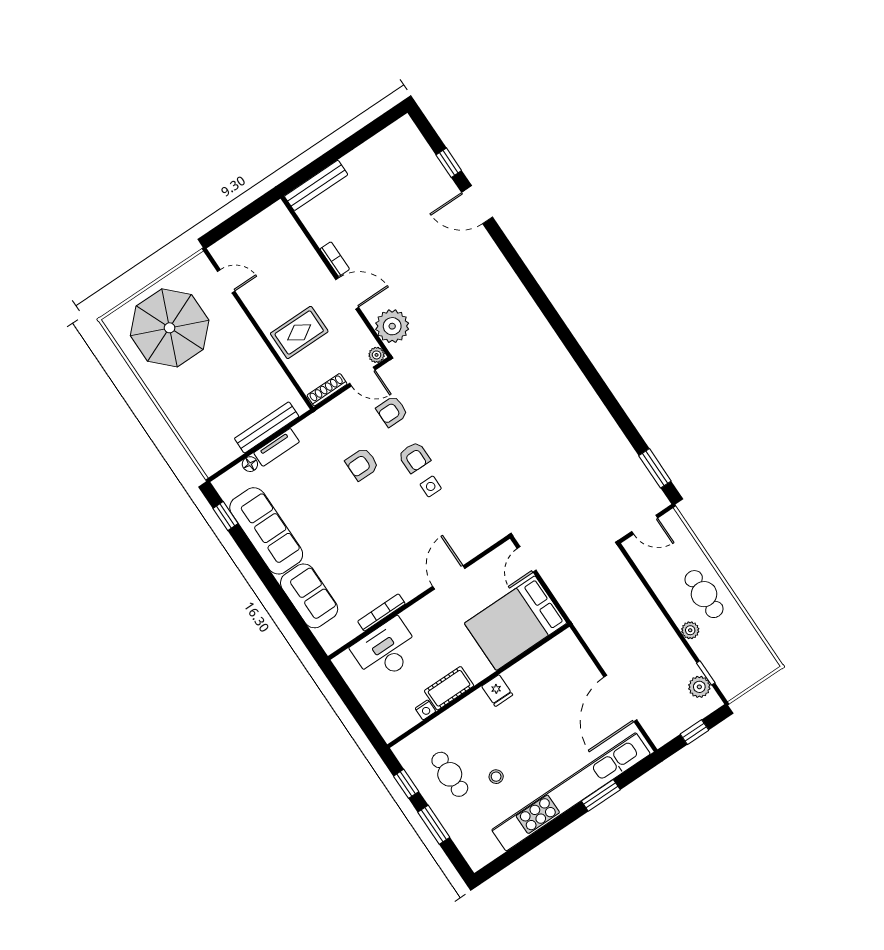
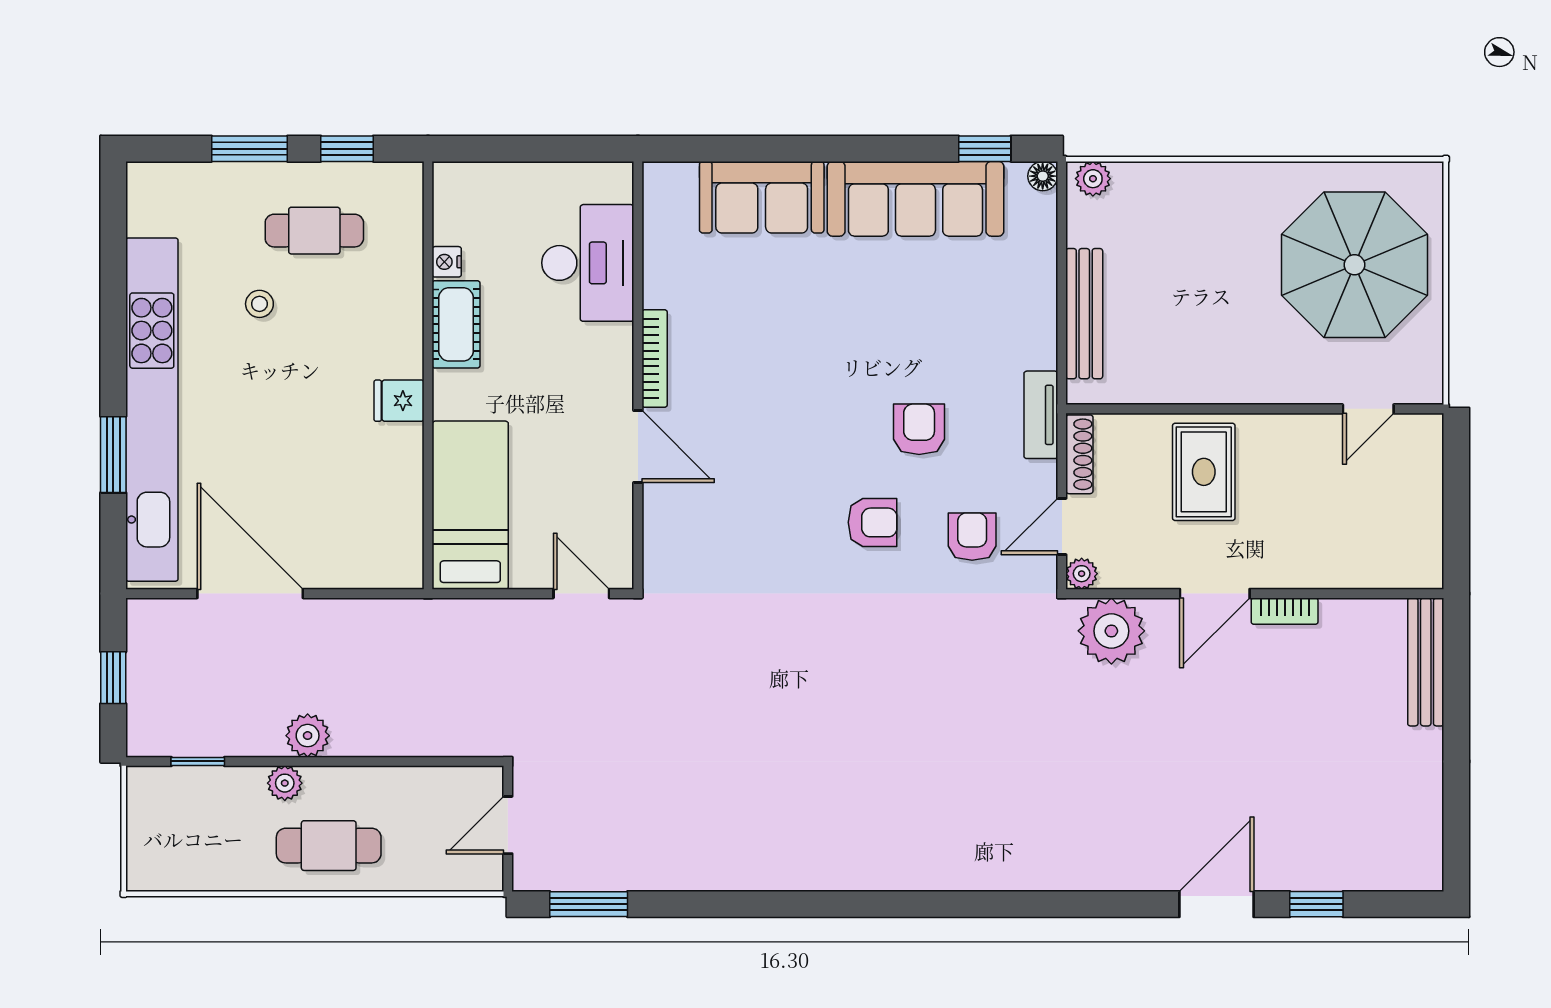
tv unit: (277, 447) -> (1041, 415), moved
armchair: (414, 457) -> (873, 522), turned 180
plant: (207, 462) -> (1093, 179), added
floor lamp: (250, 464) -> (1043, 176), moved
side table: (431, 486) -> (807, 517), removed
bookcase: (381, 613) -> (655, 359), moved
bed: (516, 623) -> (470, 505), width x0.67
plant: (699, 687) -> (308, 736), moved

